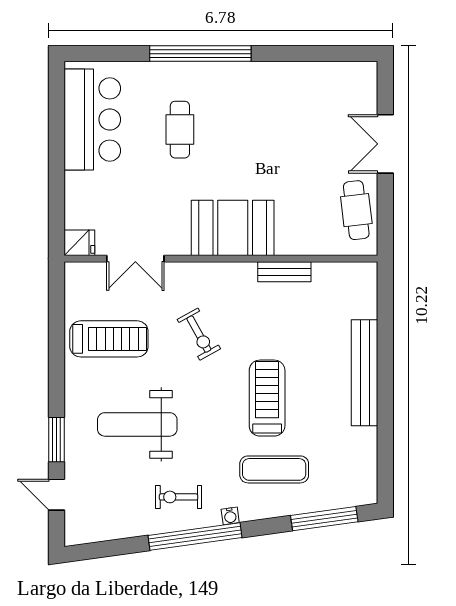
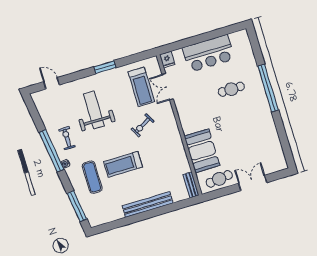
bar counter: (92, 119) -> (209, 53), moved
booth: (233, 228) -> (202, 151), moved
bench: (284, 272) -> (191, 185), moved
treadmill: (109, 339) -> (141, 87), moved
treadmill: (267, 398) -> (123, 164), turned 180
window: (57, 440) -> (105, 67), moved
door: (57, 495) -> (52, 83), hinge flipped

